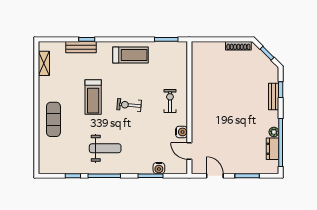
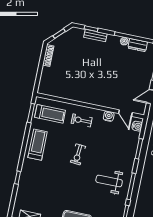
bench: (81, 47) -> (23, 184), removed
treadmill: (93, 97) -> (50, 114), moved
weight bench: (105, 148) -> (109, 181), turned -90
door: (189, 151) -> (125, 113), hinge flipped
water cooler: (159, 168) -> (137, 126), moved

